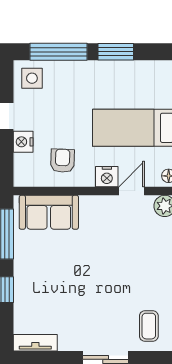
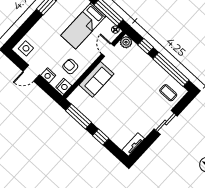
window: (58, 52) -> (25, 28), removed
nightstand: (107, 177) -> (64, 86), moved
sofa: (49, 212) -> (96, 79), moved

